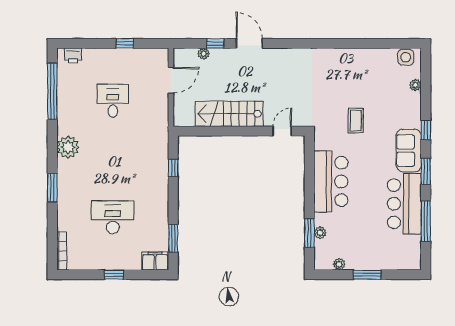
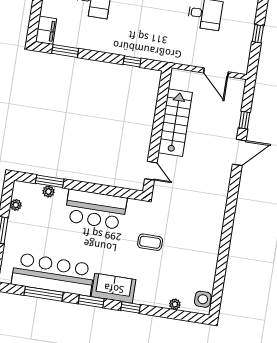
plant: (204, 54) -> (236, 107), removed
bar counter: (404, 204) -> (53, 274), width x1.36

